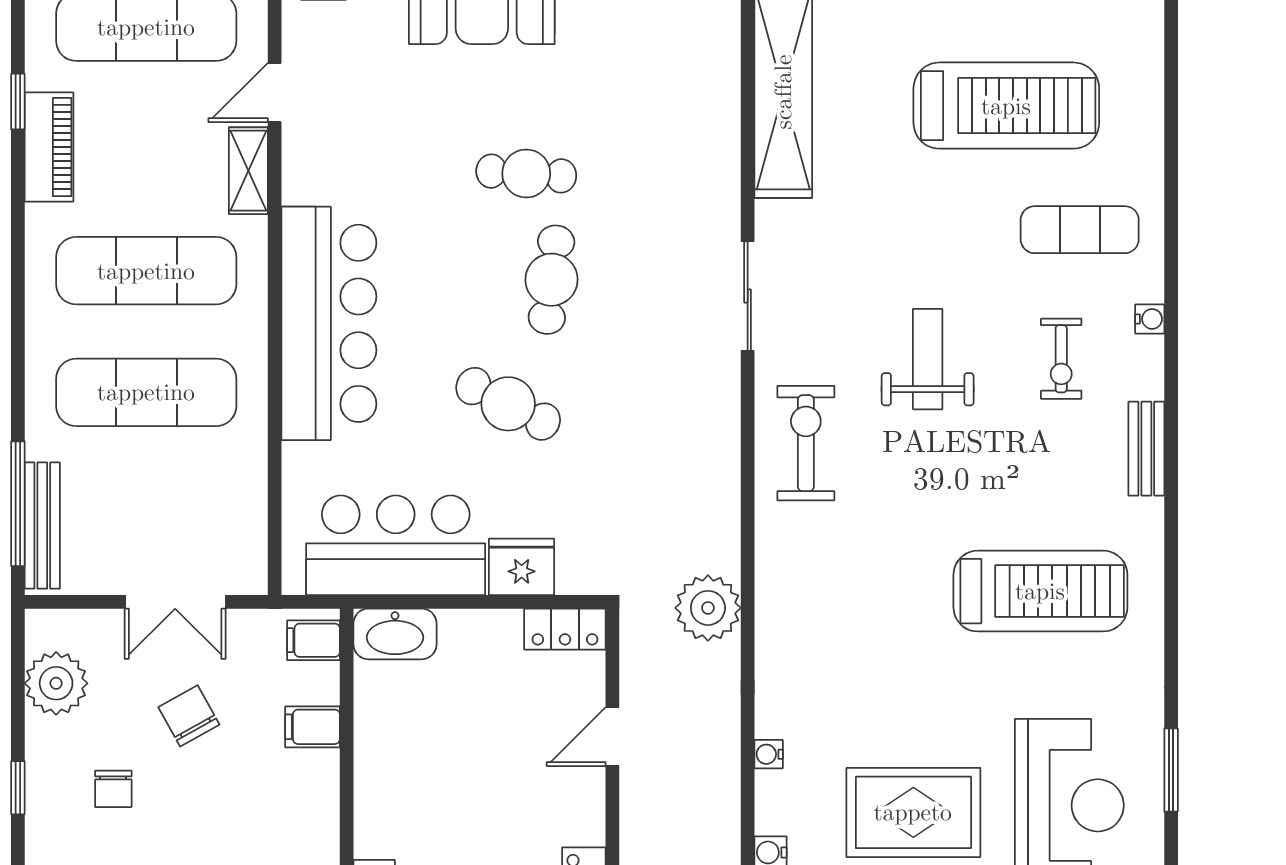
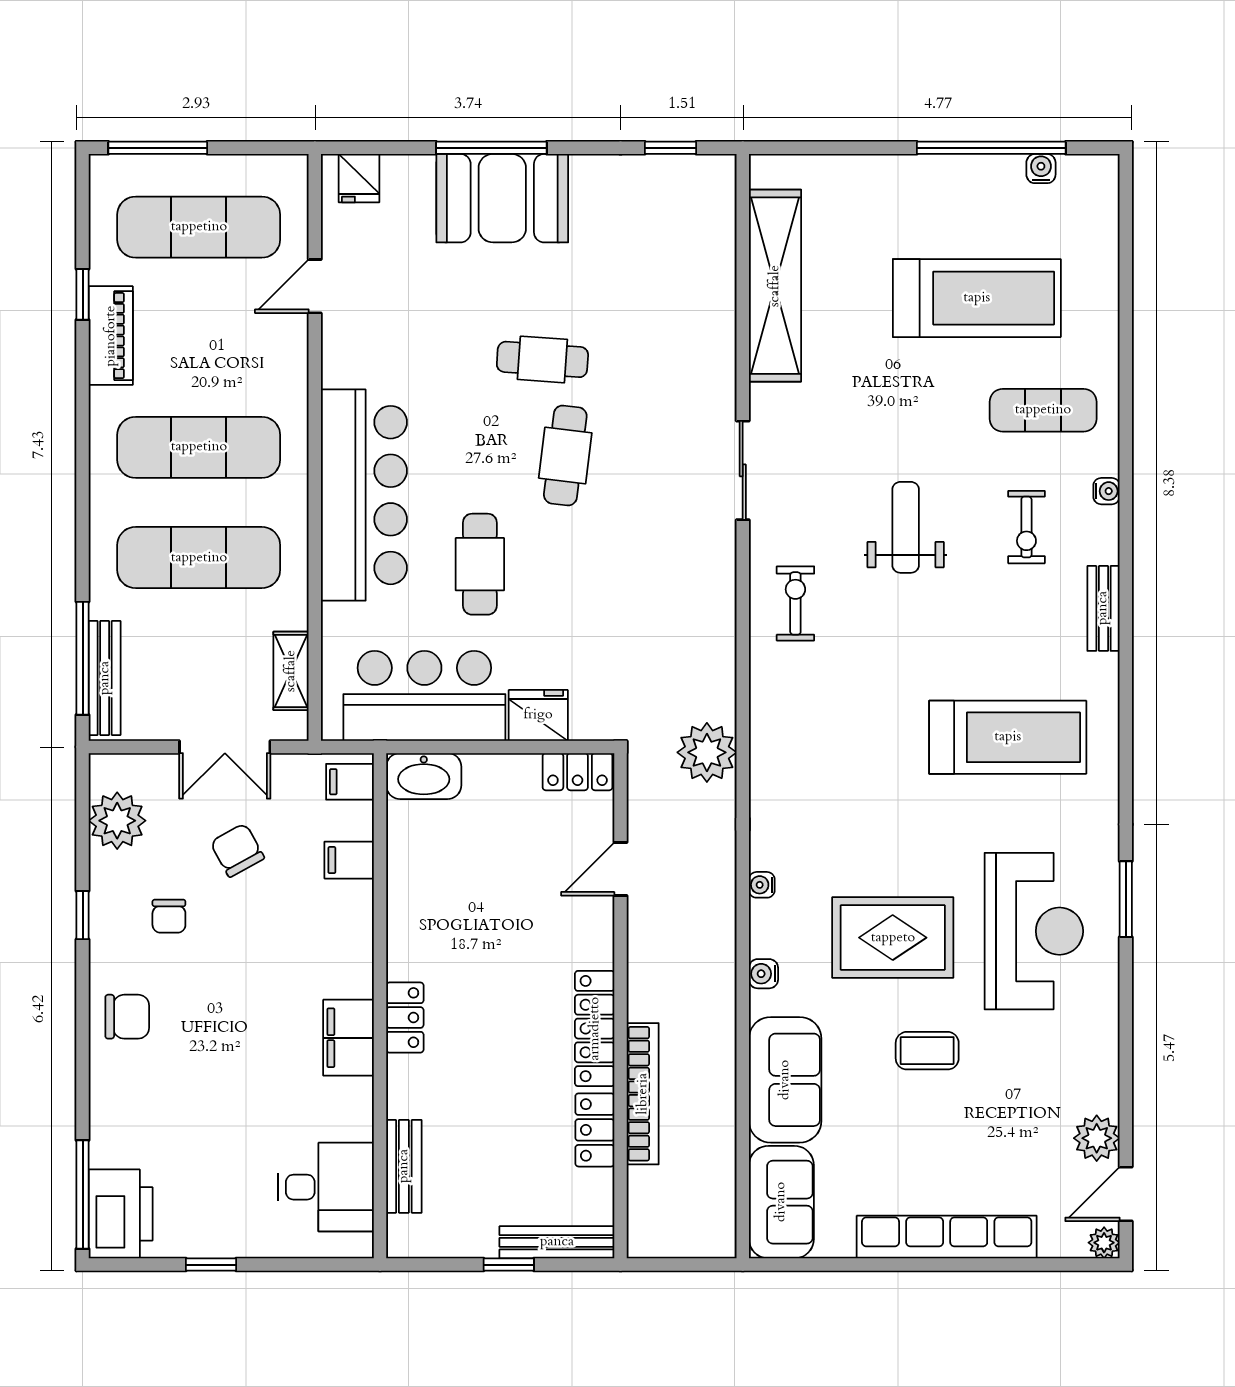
shelving: (248, 171) -> (291, 671), moved
cafe table: (508, 404) -> (480, 564), moved, turned 63
exercise bike: (806, 443) -> (795, 603), width x0.73, depth x0.72

